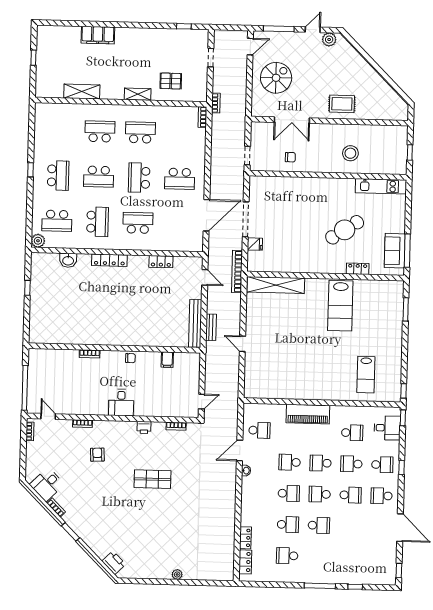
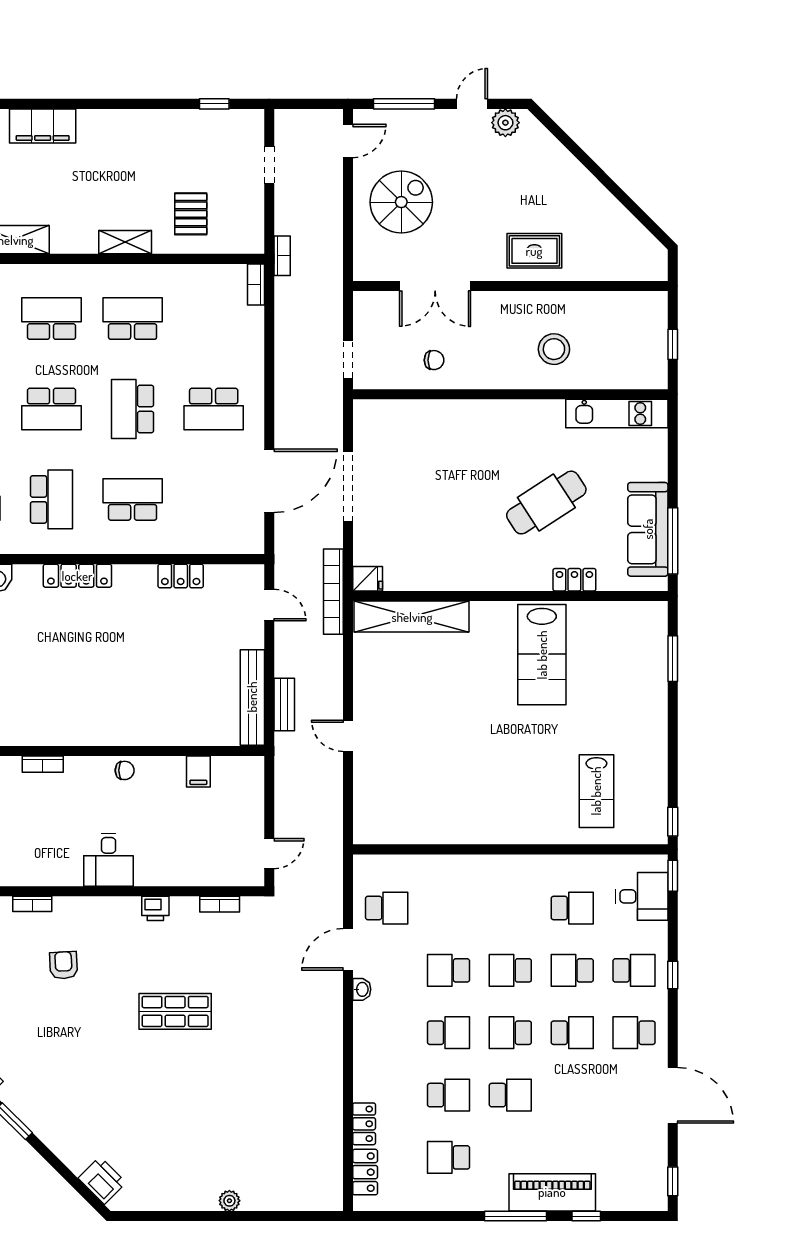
pallet: (171, 81) -> (191, 214), turned 90
fridge: (255, 244) -> (368, 579), moved
sofa: (395, 251) -> (648, 529), width x1.36
piano: (308, 414) -> (552, 1192), moved, turned 180

